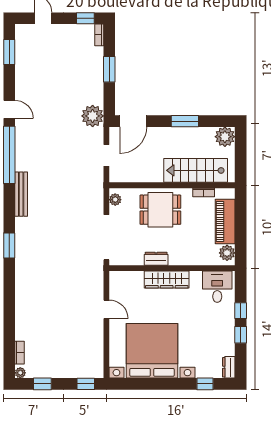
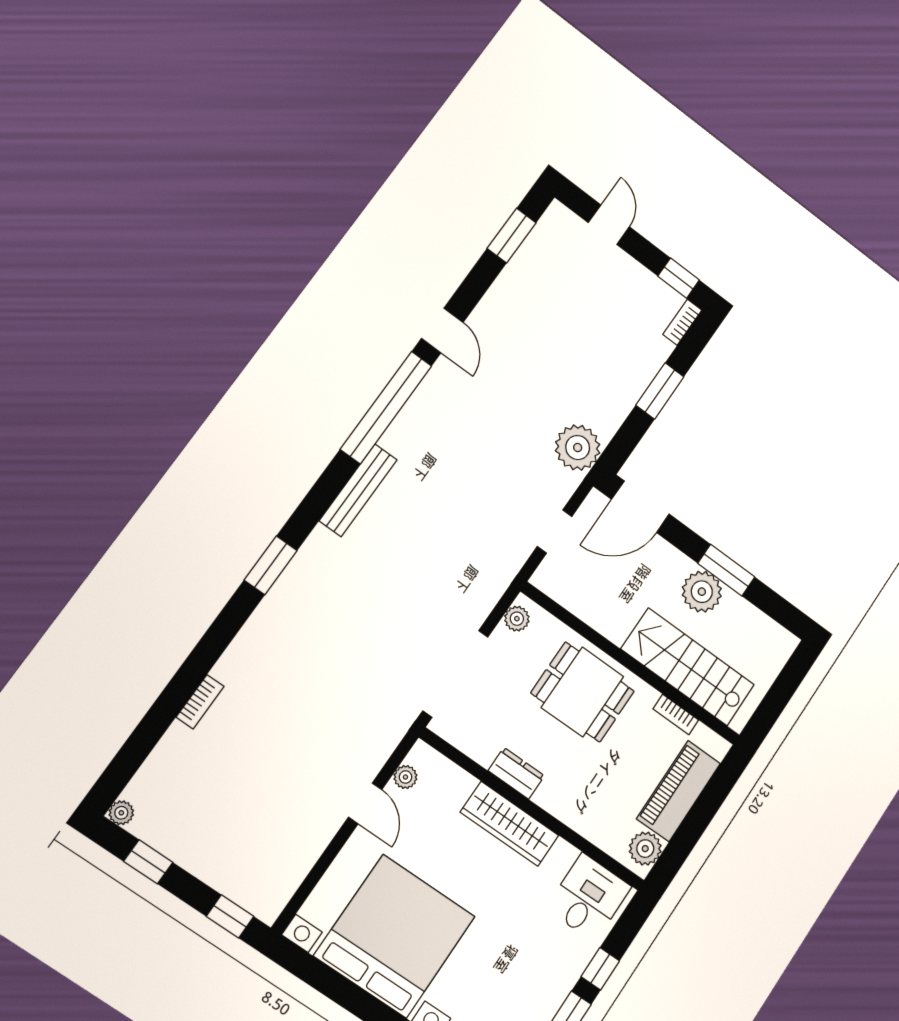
plant: (225, 137) -> (702, 592), moved
plant: (115, 289) -> (405, 777), added
bookcase: (20, 353) -> (200, 702), moved

